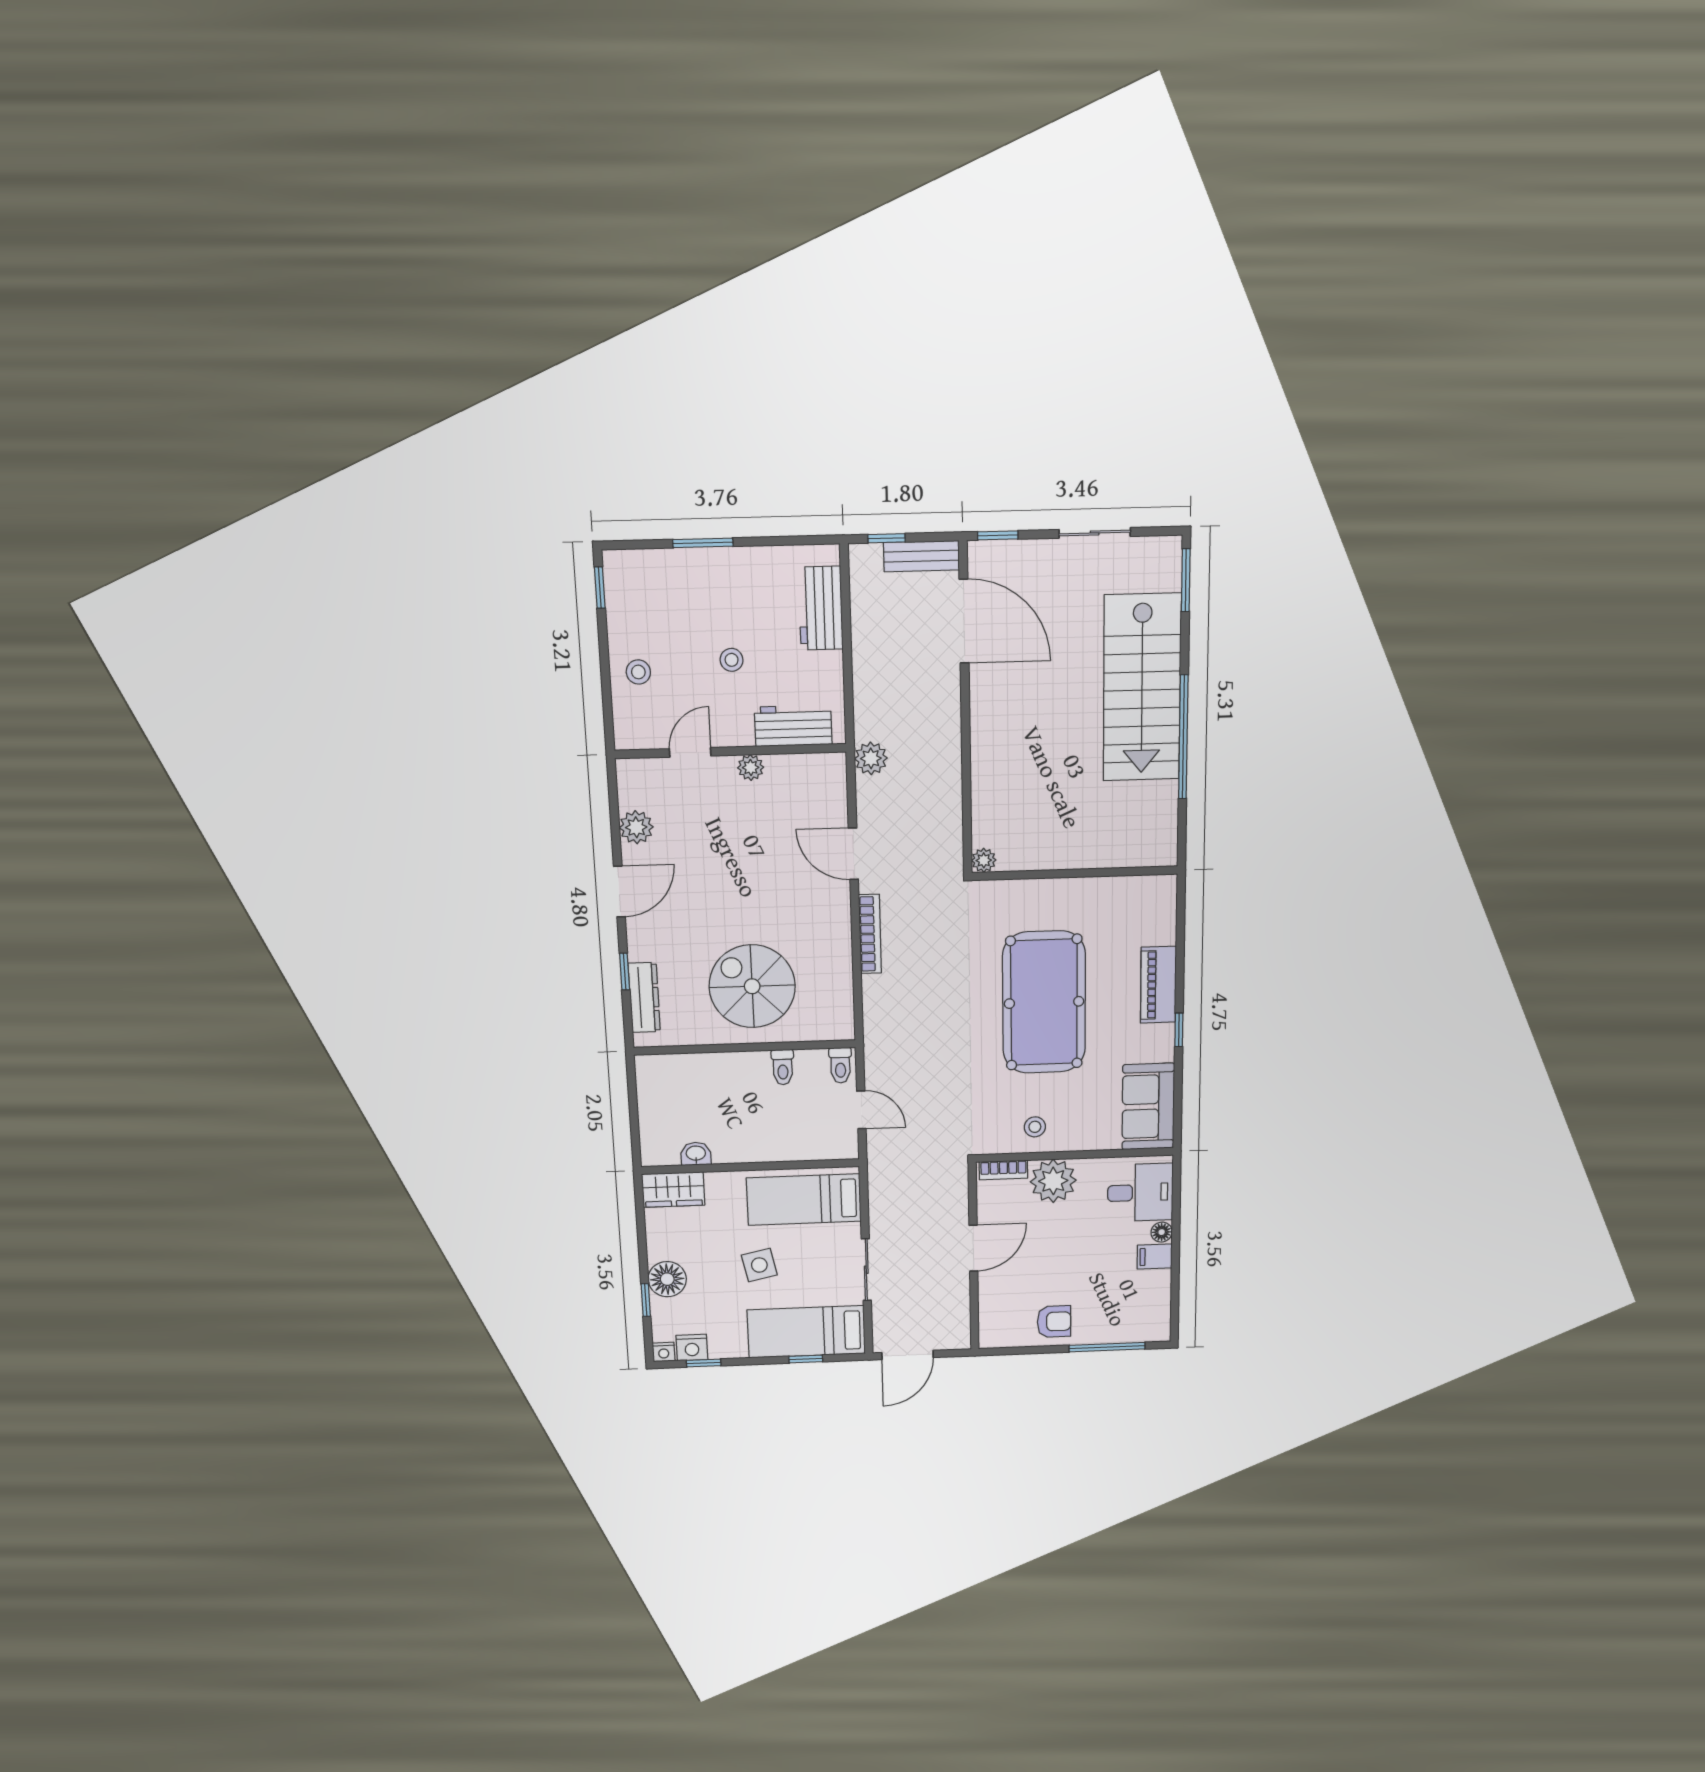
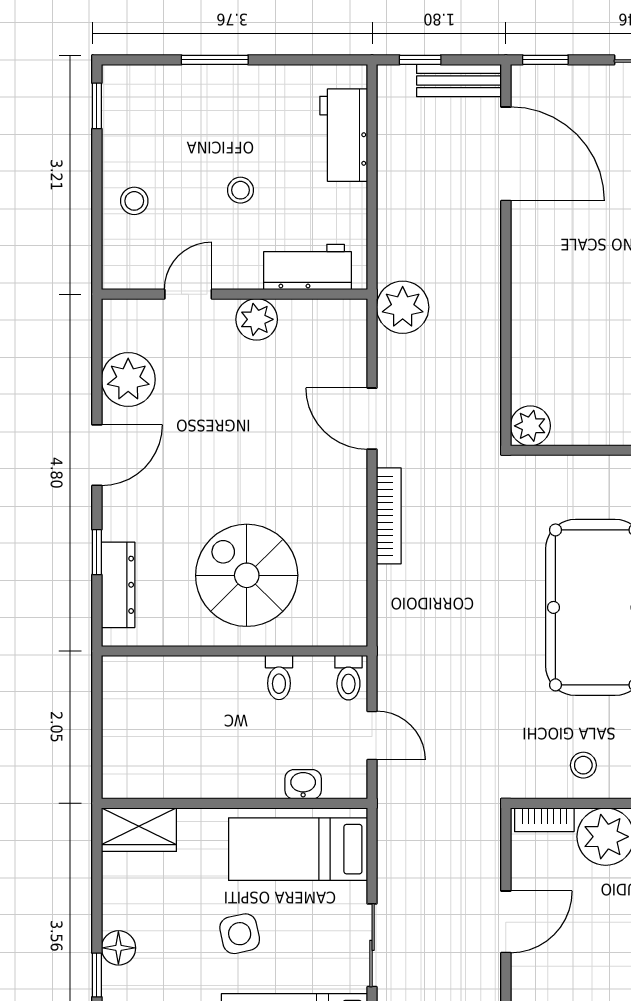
plant: (871, 758) -> (403, 307), width x1.36, depth x1.36
plant: (751, 768) -> (257, 319), width x1.38, depth x1.38
plant: (636, 827) -> (128, 380), width x1.36, depth x1.36
plant: (984, 860) -> (530, 426), width x1.38, depth x1.38
washbasin: (696, 1154) -> (303, 784), moved
floor lamp: (667, 1279) -> (118, 948), width x0.73, depth x0.73

